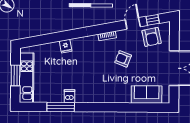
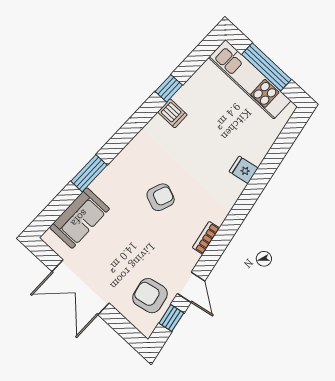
armchair: (123, 59) -> (161, 197), moved
window: (15, 75) -> (267, 67), width x1.44
window: (61, 107) -> (169, 88), width x0.46
window: (125, 107) -> (89, 173), added

